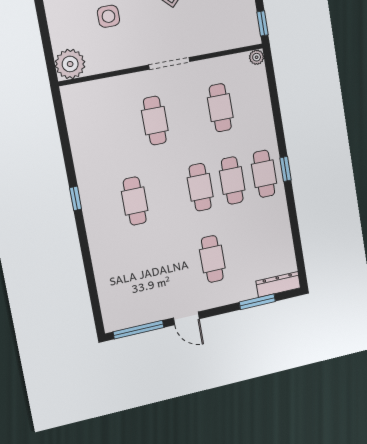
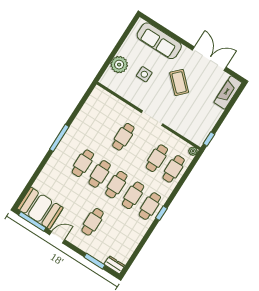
plant: (70, 64) -> (119, 65), moved
cafe table: (252, 101) -> (174, 169), added
cafe table: (168, 194) -> (100, 174), added
window: (76, 198) -> (59, 138), width x2.17
dresser: (278, 284) -> (114, 265), width x0.70
booth: (133, 305) -> (40, 208), added
door: (186, 318) -> (57, 237), swing flipped

